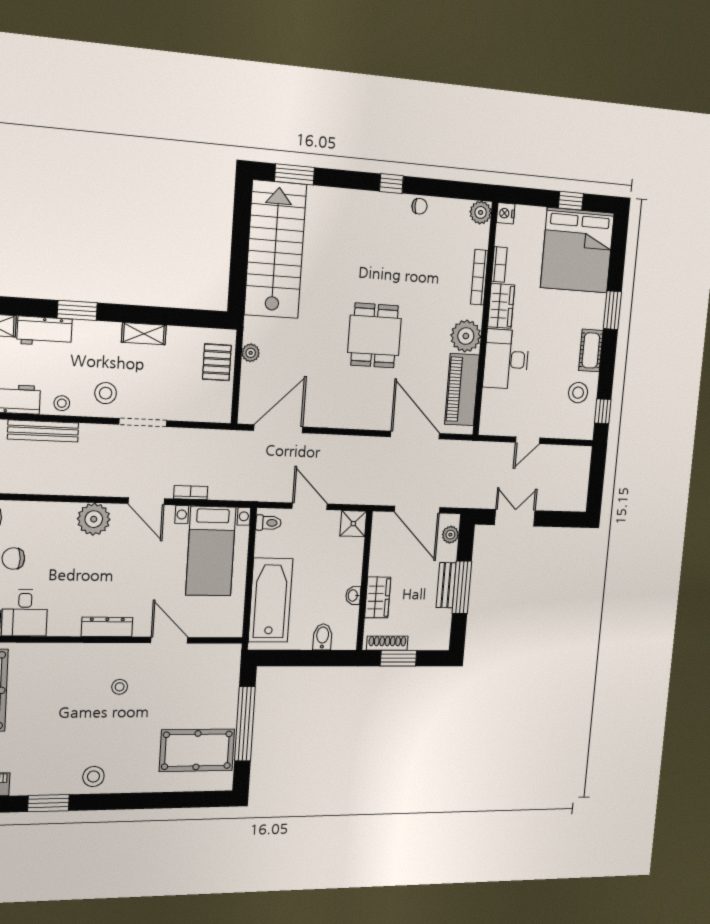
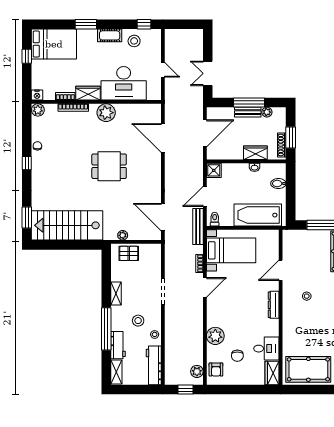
bed: (577, 250) -> (54, 44), width x0.73
window: (77, 310) -> (106, 329), width x2.11
desk: (506, 359) -> (124, 83), width x1.36, depth x1.30
piano: (462, 390) -> (136, 112), removed
stool: (106, 393) -> (138, 321), moved
bench: (43, 431) -> (198, 227), moved
door: (415, 435) -> (163, 138), hinge flipped
plant: (94, 519) -> (215, 336), moved
plant: (450, 535) -> (267, 112), moved

